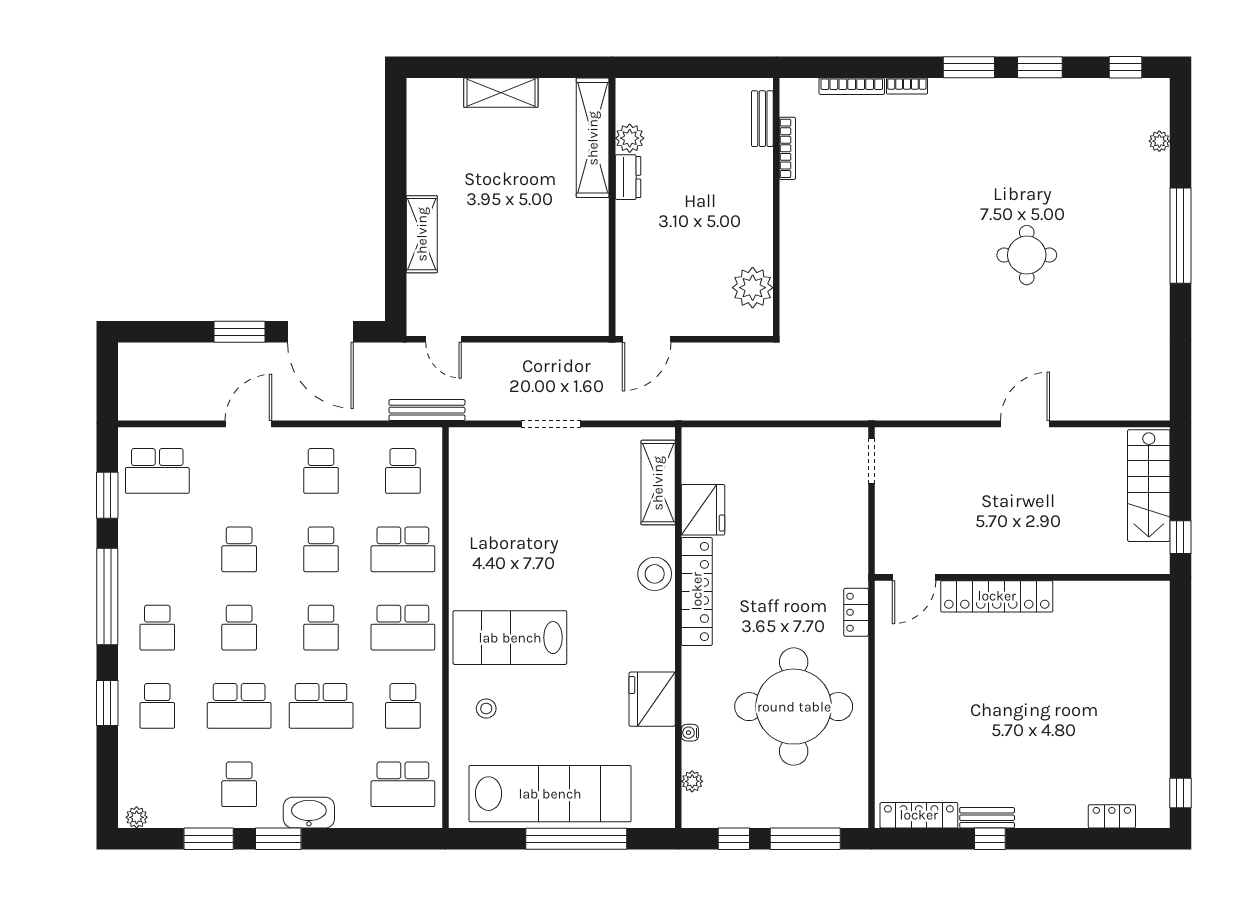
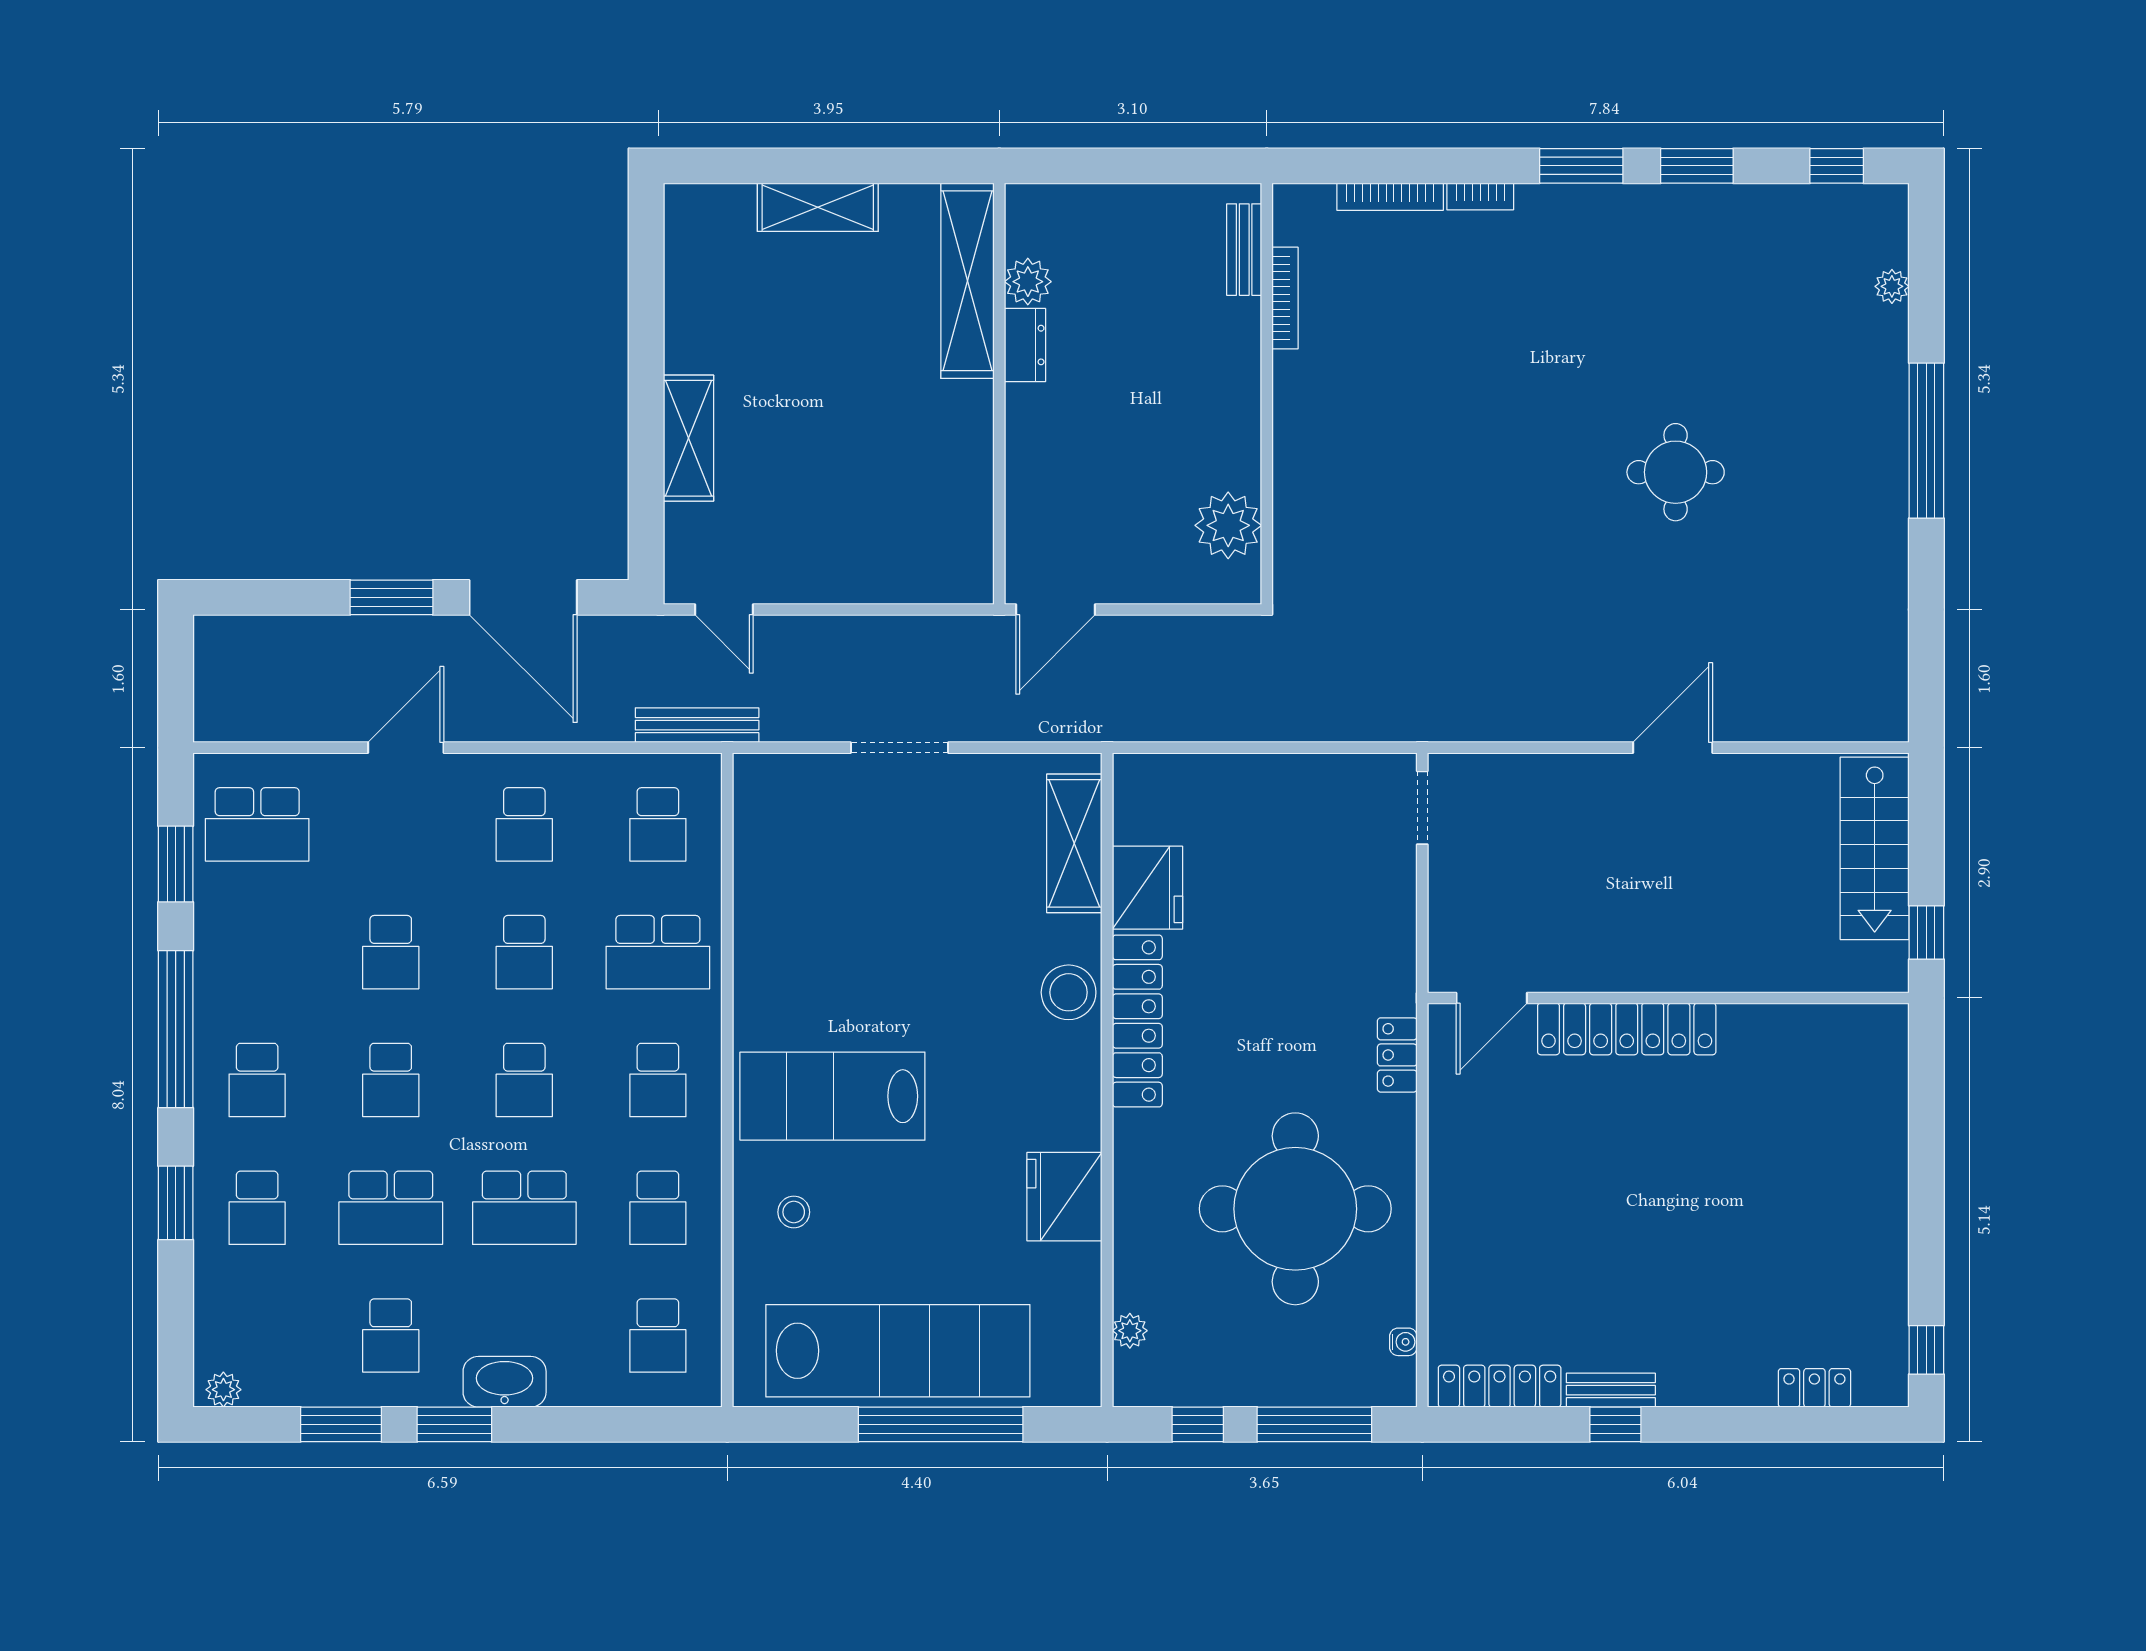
school desk: (403, 628) -> (658, 1080), width x0.54
water cooler: (690, 733) -> (1403, 1342), moved, turned 180
school desk: (403, 784) -> (658, 1336), width x0.54

